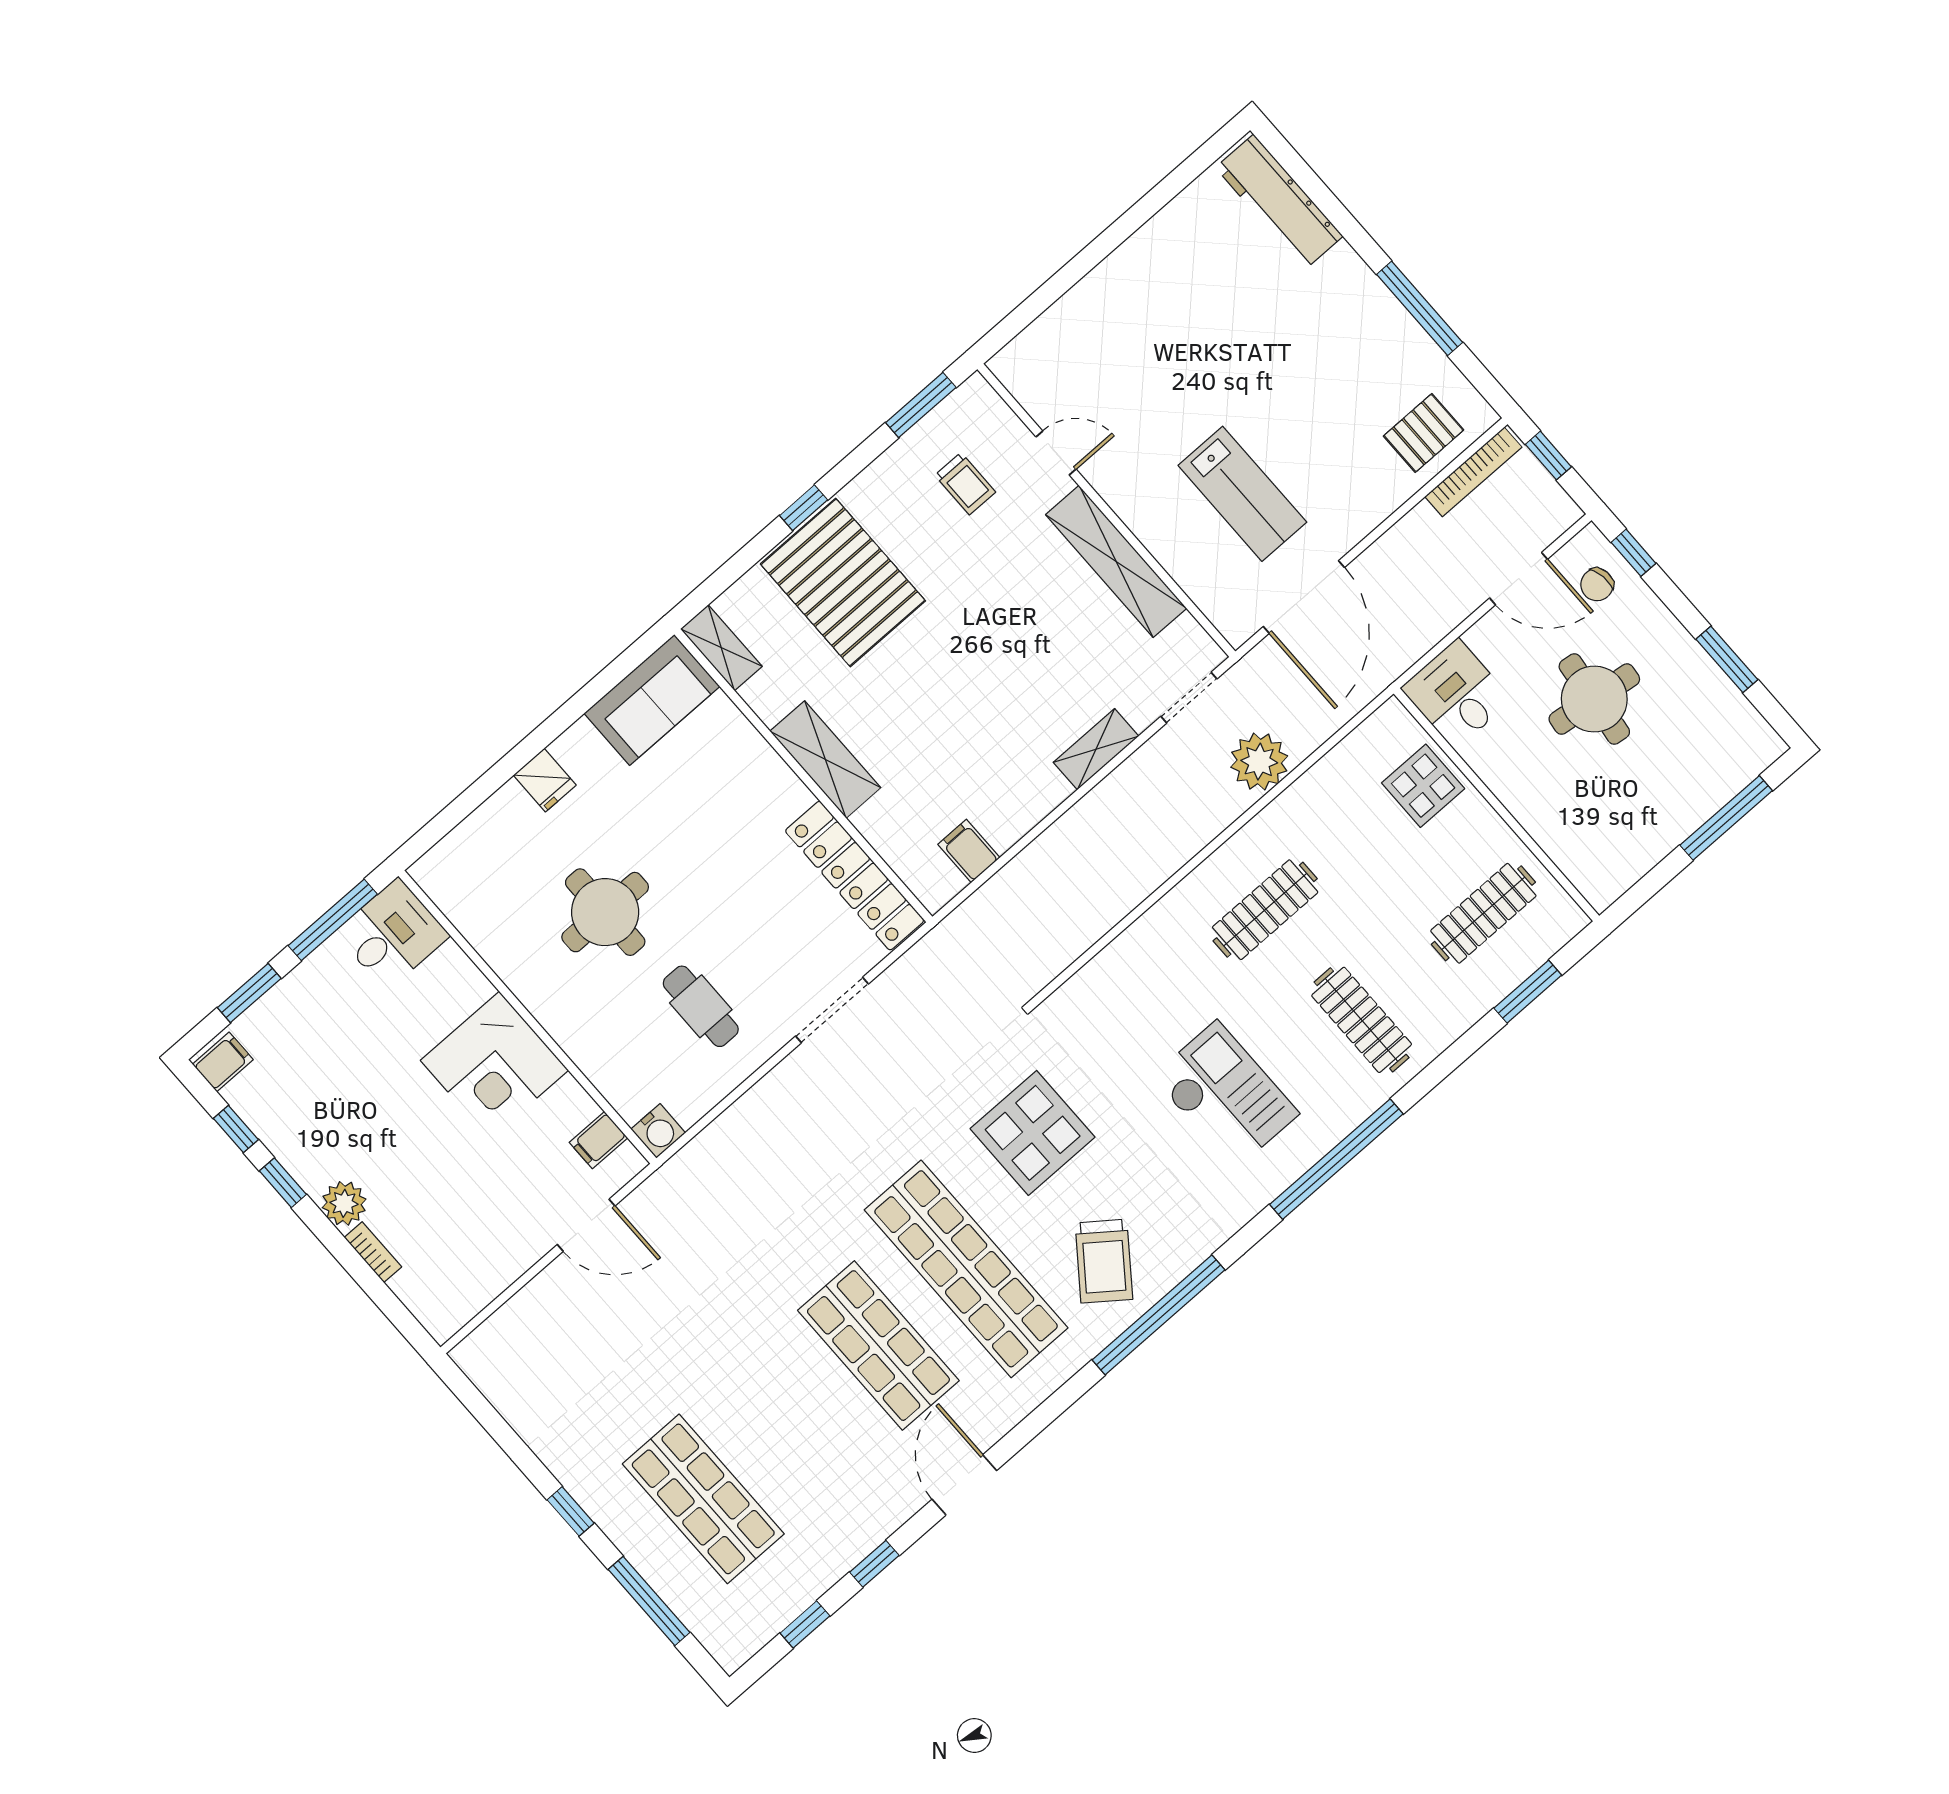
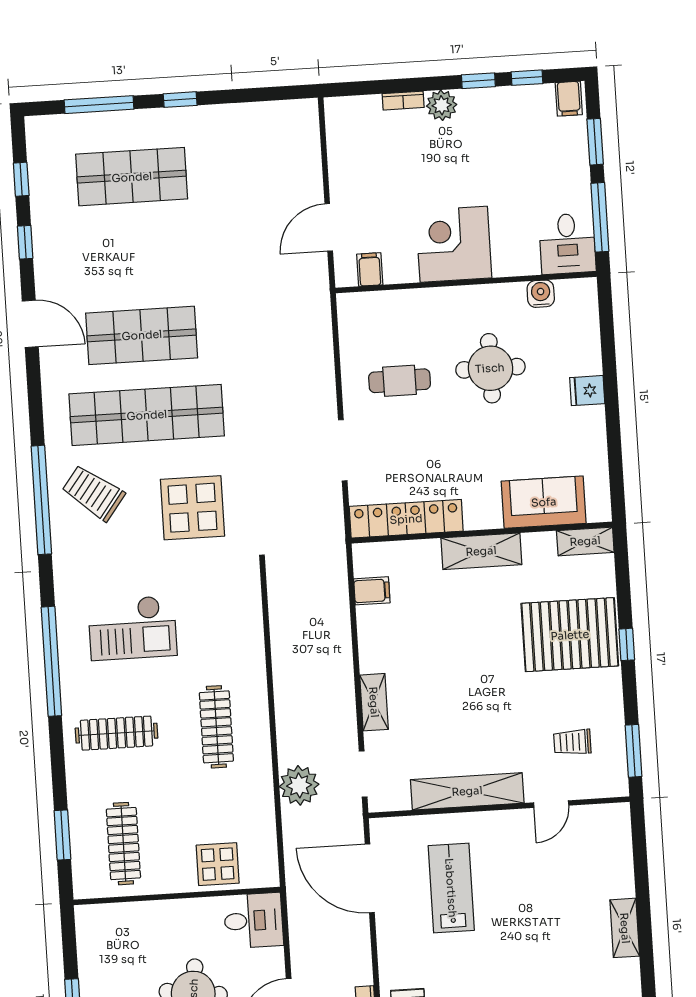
shelving: (1134, 257) -> (625, 928), added
lab bench: (1242, 494) -> (451, 888), turned 90
sofa: (652, 700) -> (544, 502), moved, turned 90
water cooler: (658, 1131) -> (541, 294), moved, turned 90

